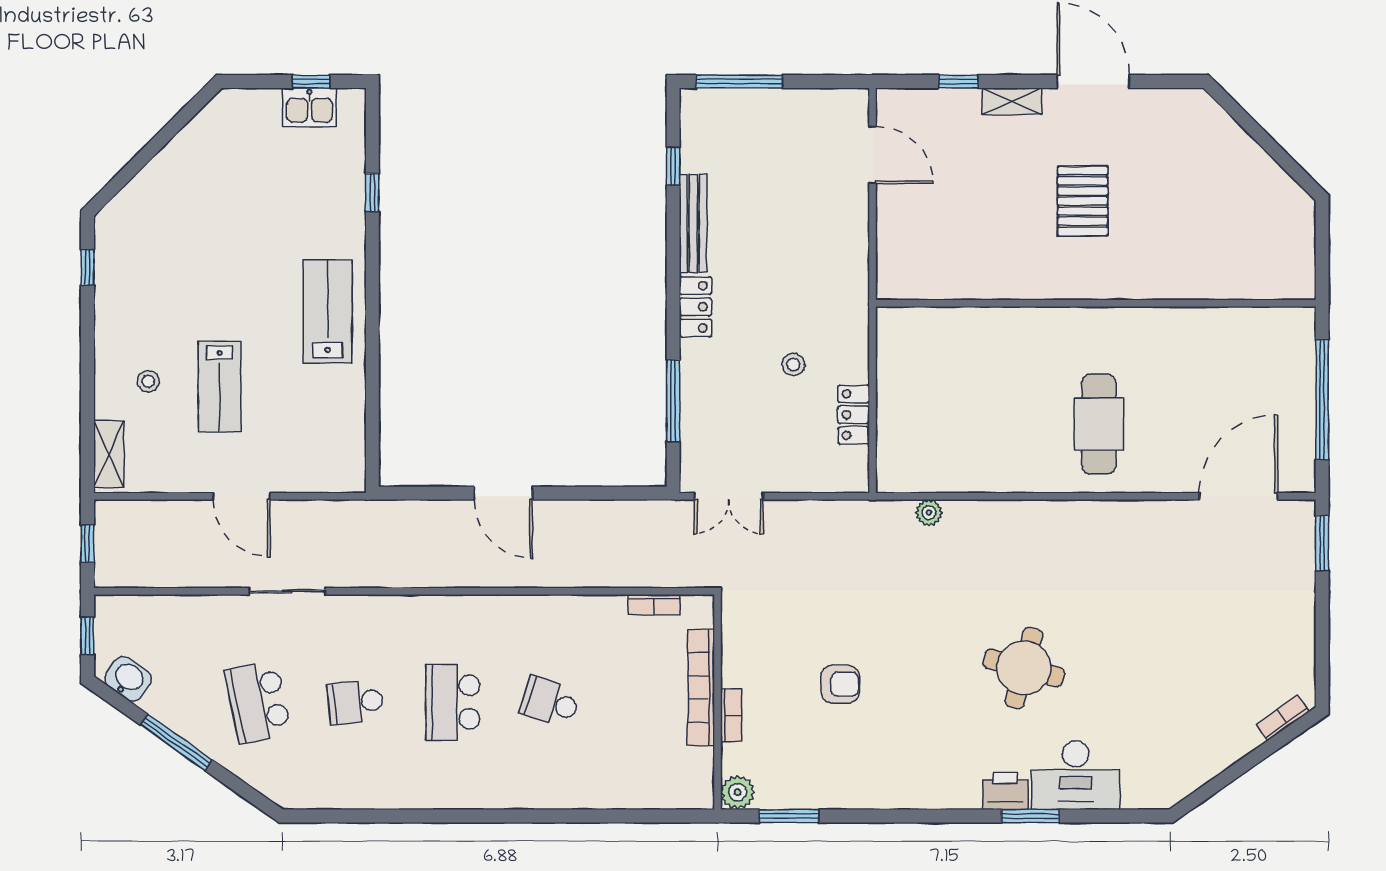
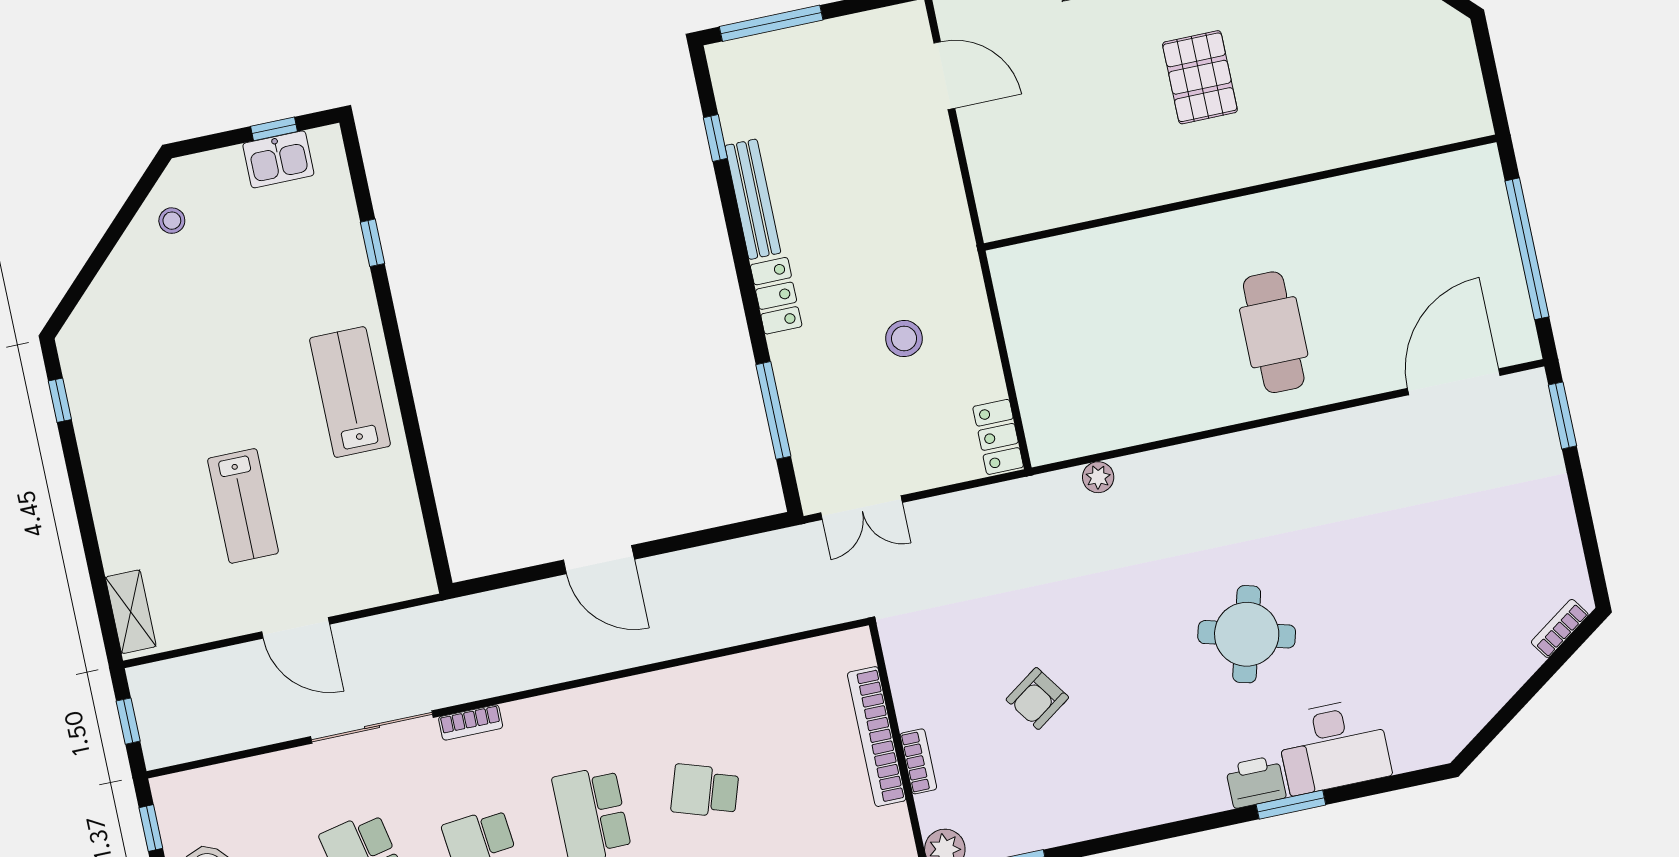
stool: (793, 364) -> (904, 338), width x1.37, depth x1.37
stool: (148, 381) -> (172, 221), moved
locker: (854, 415) -> (998, 437), moved
sliding door: (287, 591) -> (372, 727), width x1.37
bookcase: (654, 605) -> (471, 722), moved
armchair: (840, 684) -> (1037, 698), turned 145

